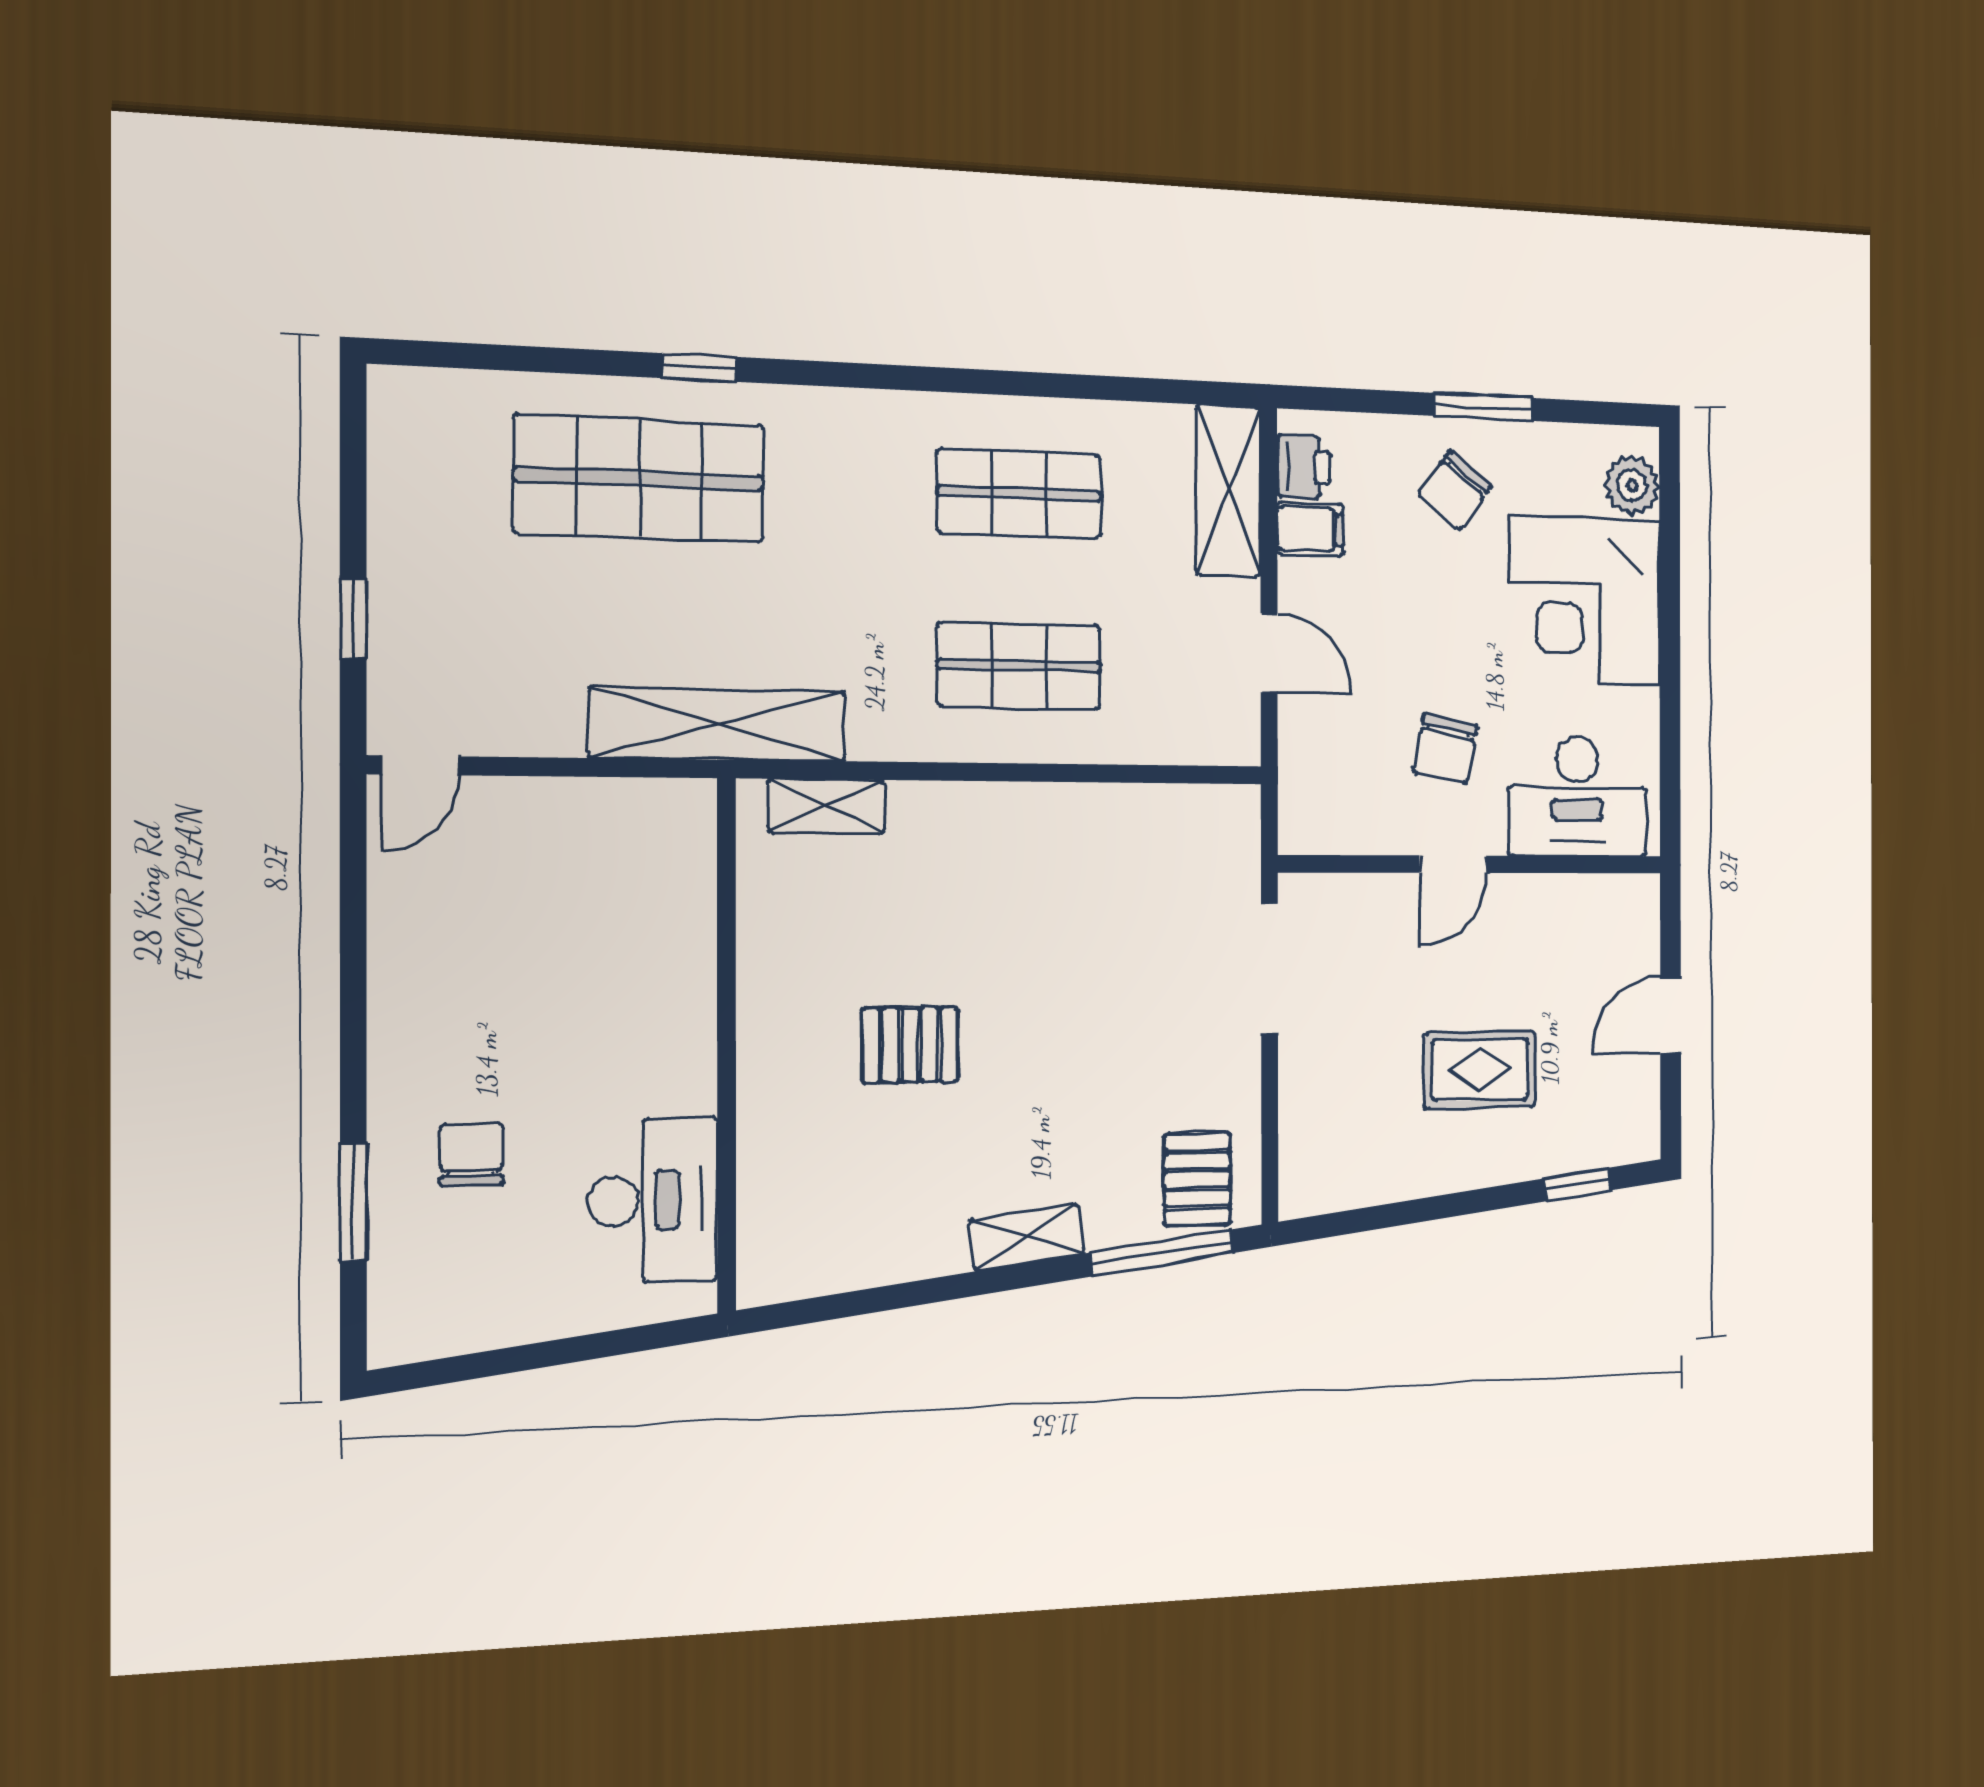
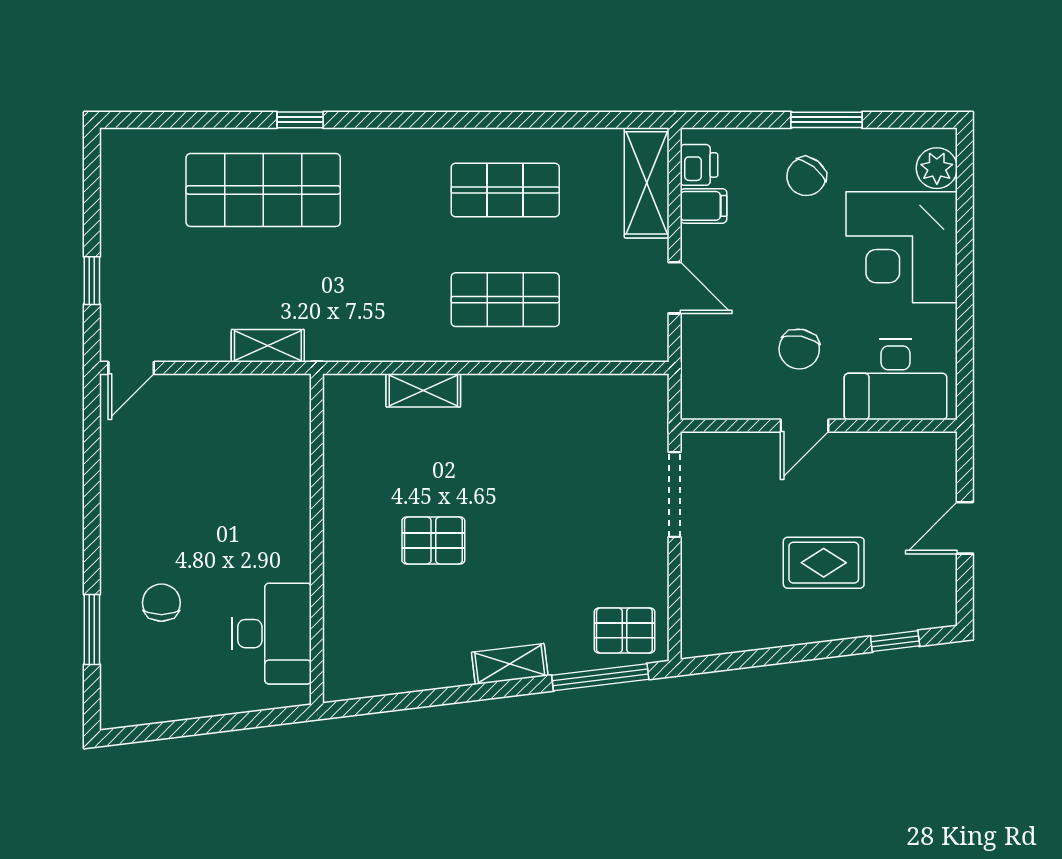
shelving: (718, 724) -> (268, 346), width x0.45, depth x0.75
shelving: (826, 806) -> (423, 390), moved
pallet: (1197, 1179) -> (624, 630), turned 90

